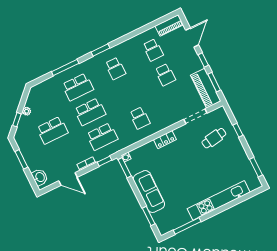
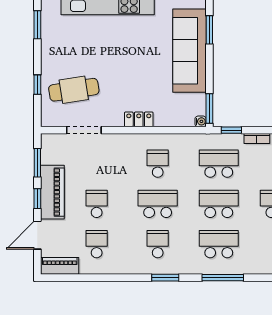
piano: (206, 88) -> (52, 192), moved
school desk: (128, 93) -> (158, 204), added
cafe table: (214, 138) -> (74, 90), width x1.37, depth x1.35
sofa: (149, 192) -> (189, 51), width x1.36, depth x1.27

